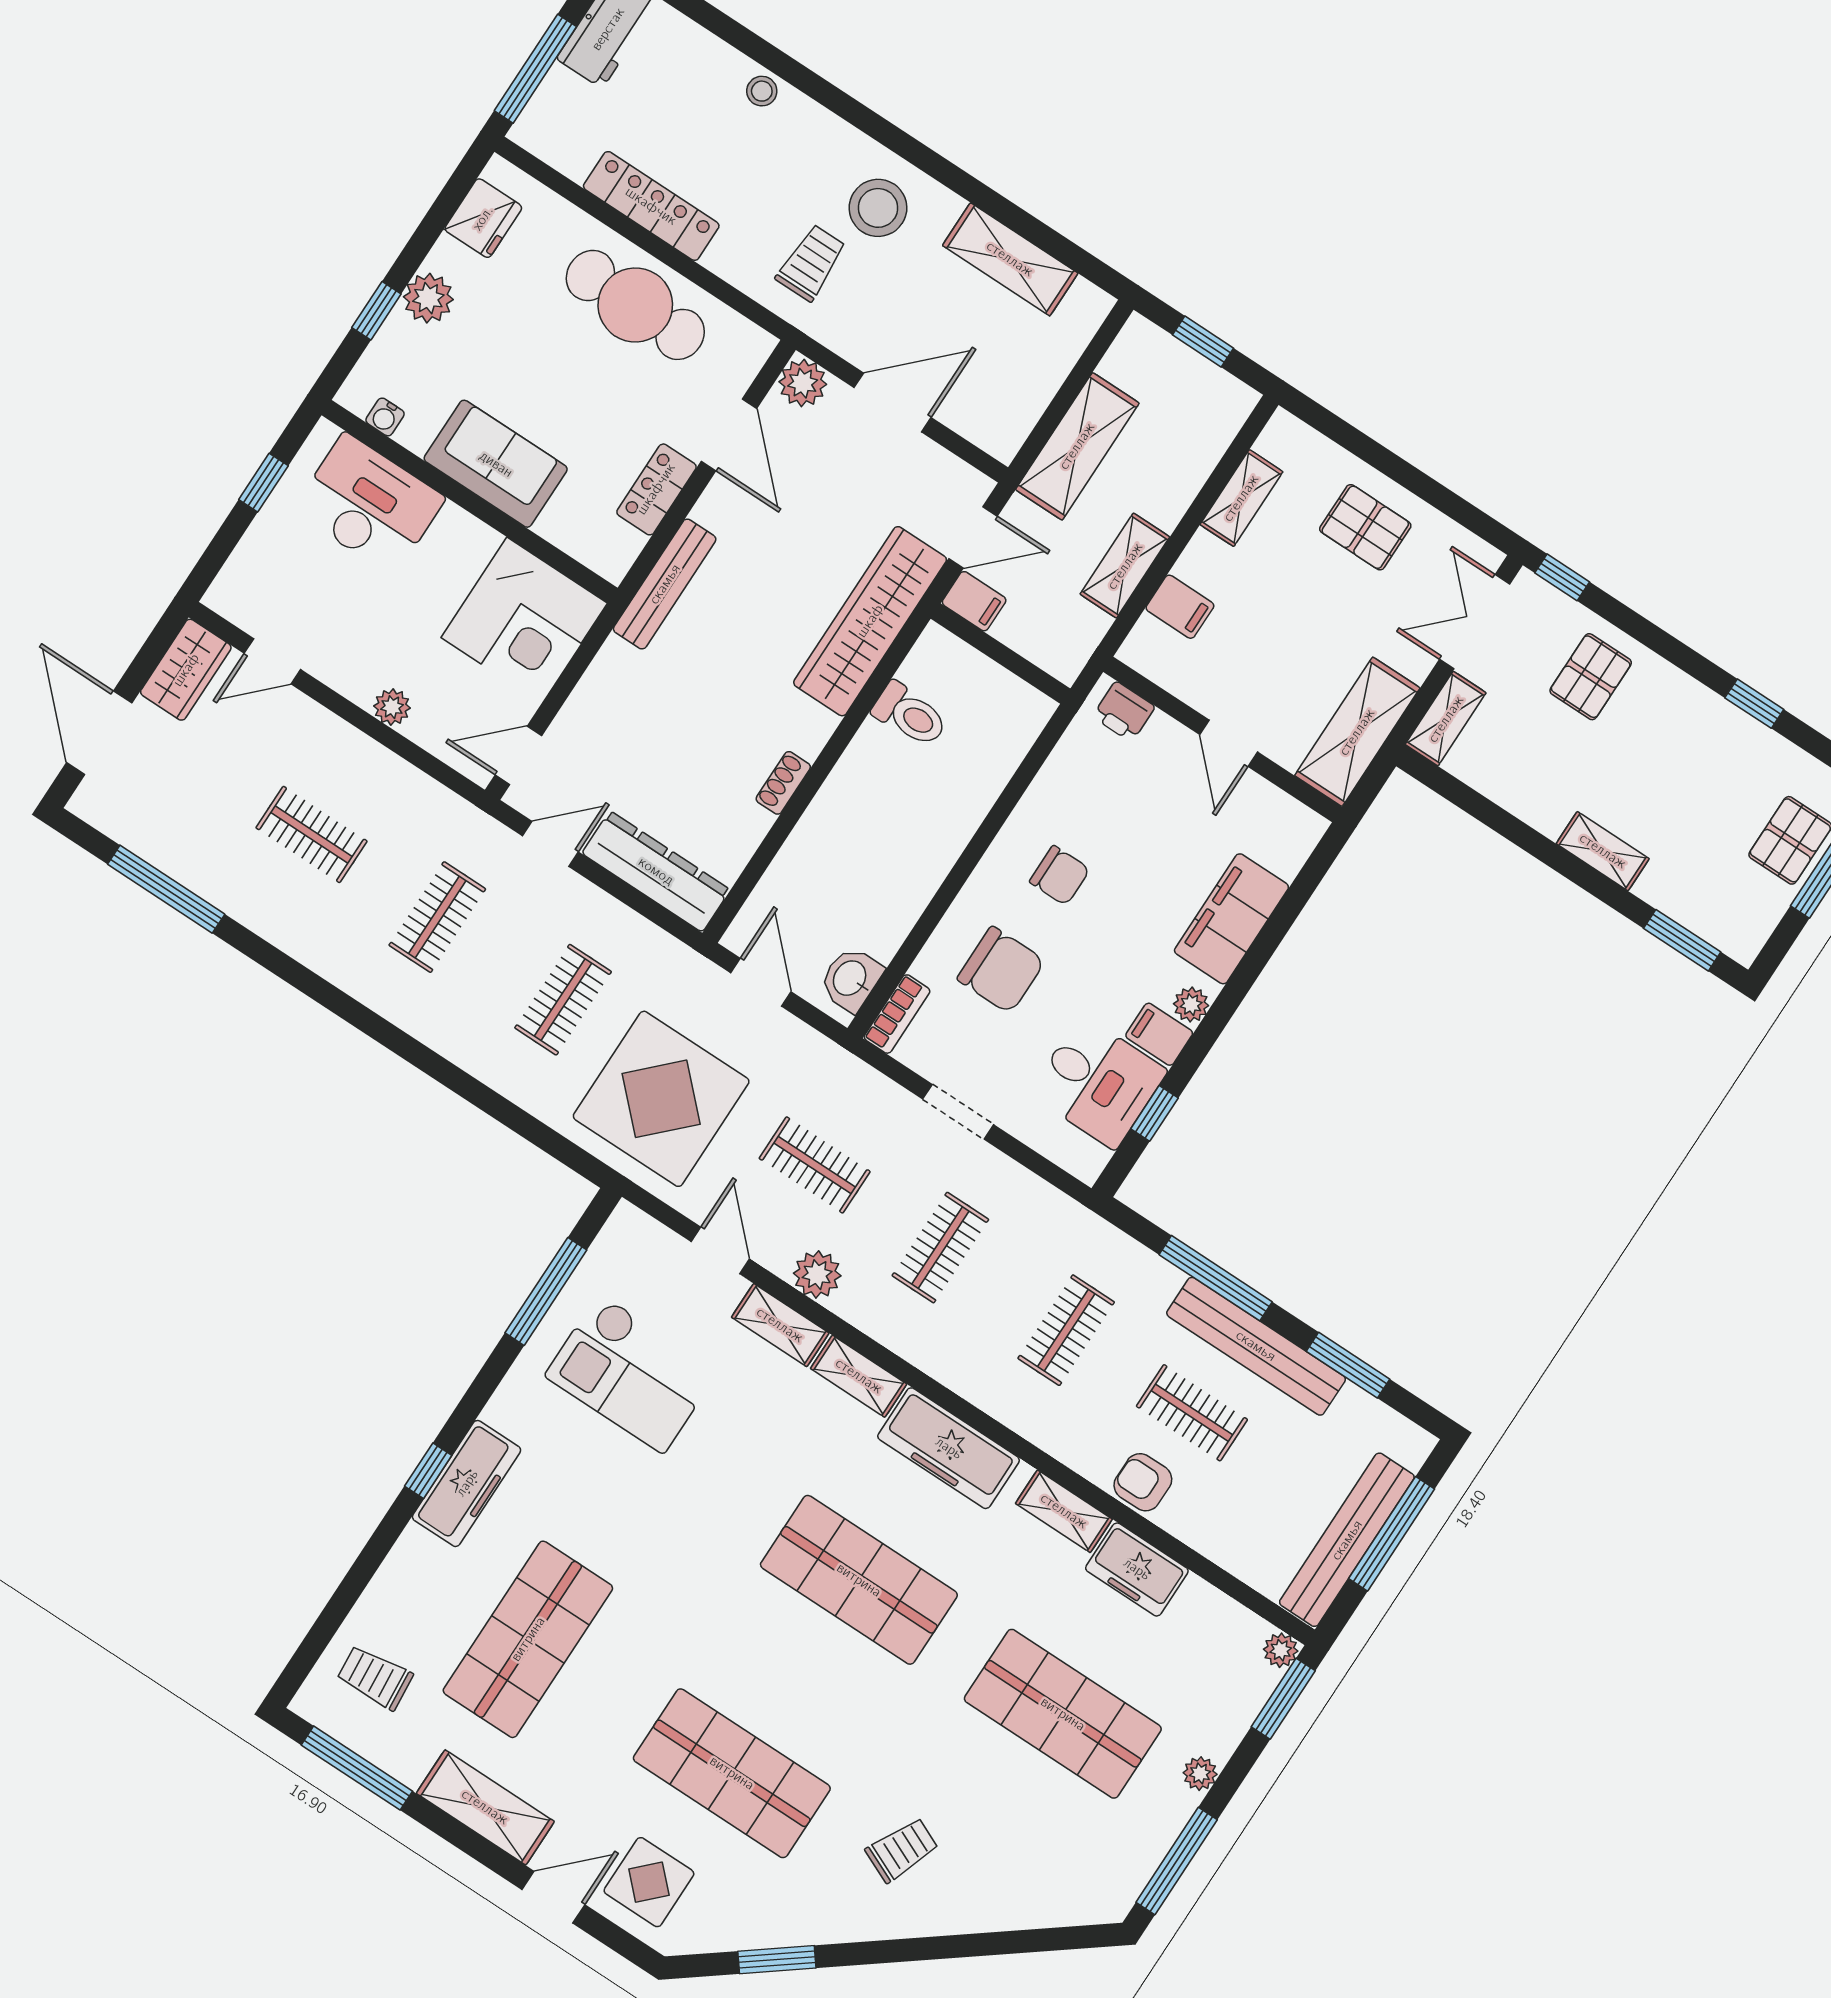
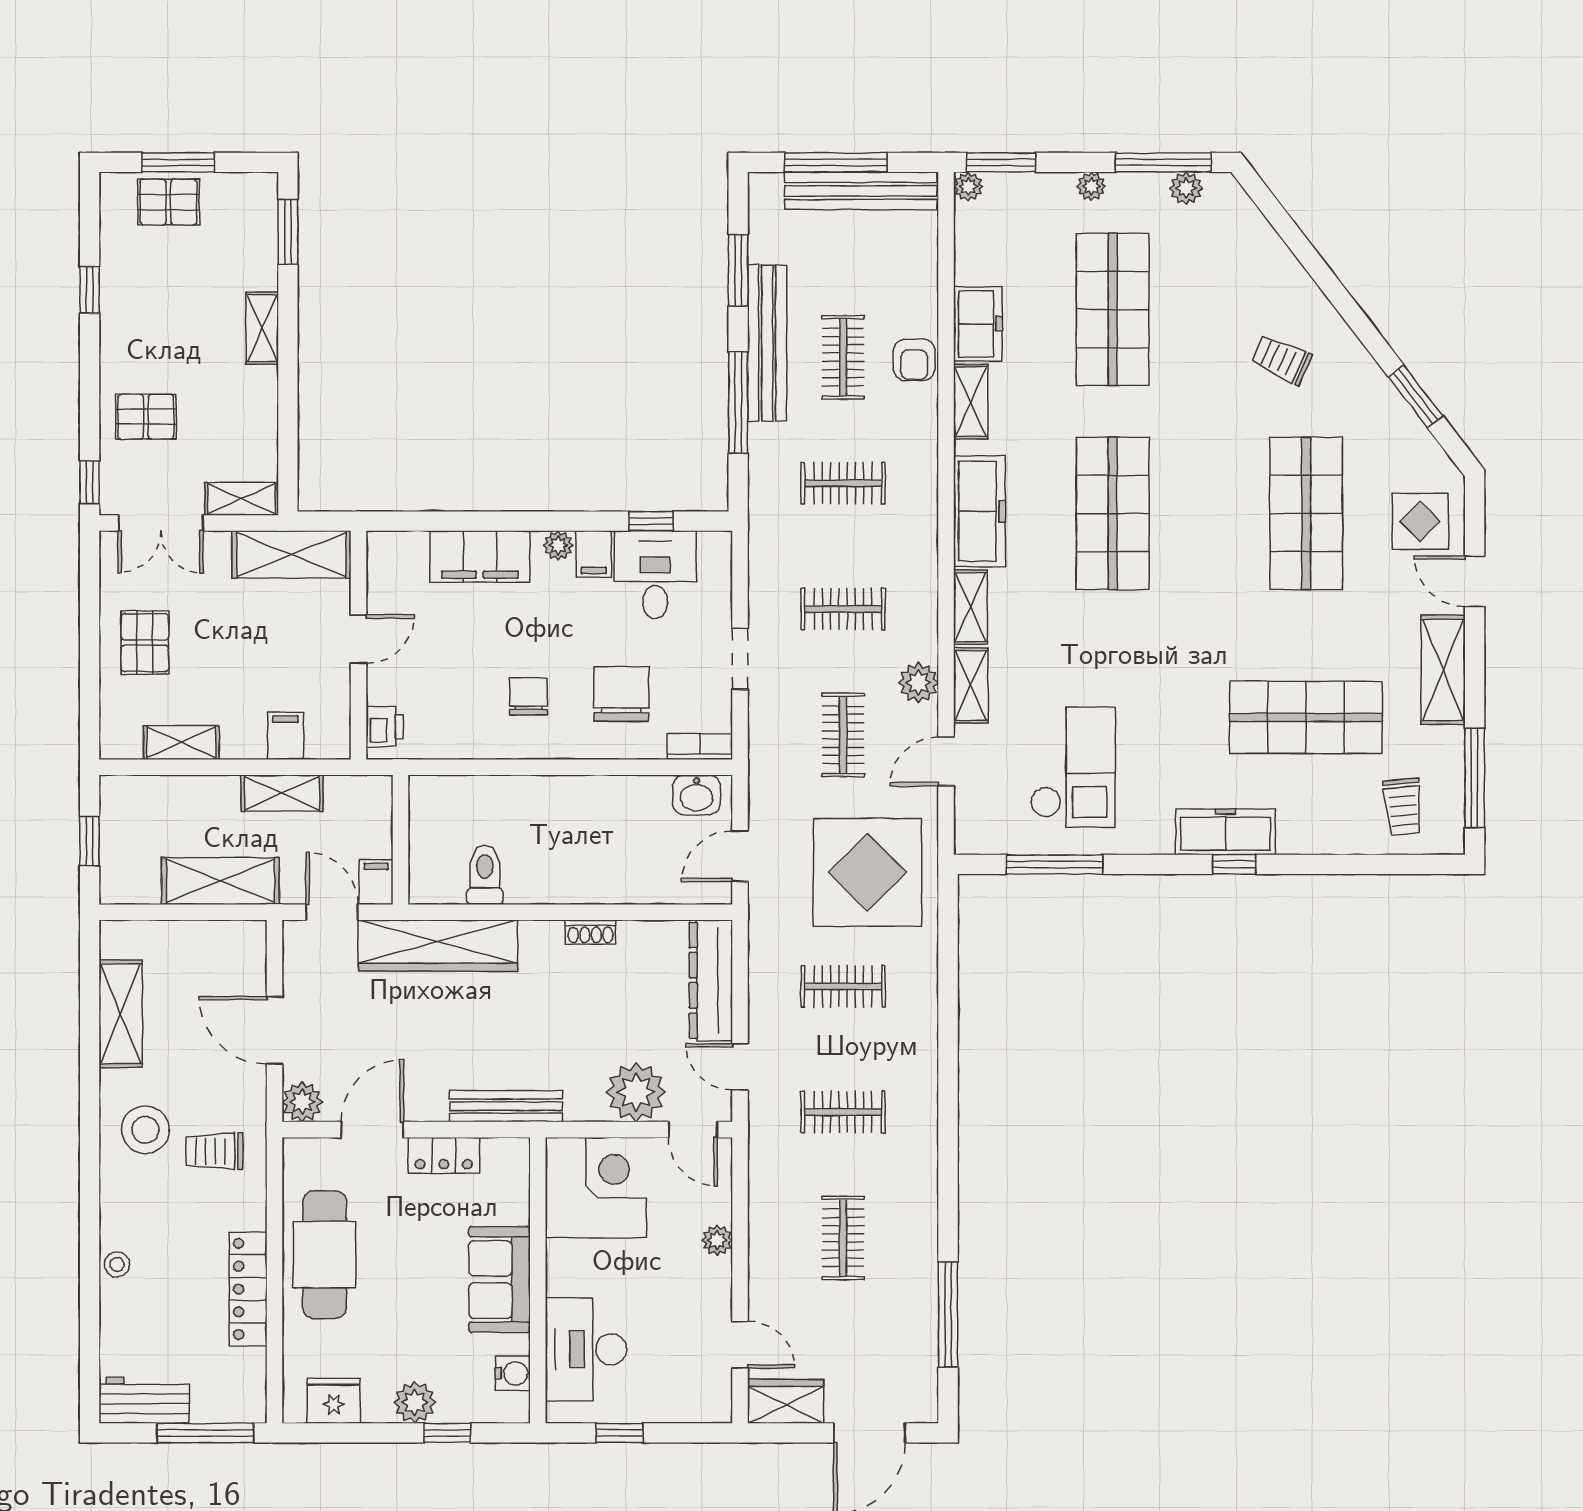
water cooler: (385, 417) -> (513, 1373), width x1.38, depth x1.38
plant: (593, 723) -> (636, 1092), added
plant: (1136, 1867) -> (1186, 188), added

